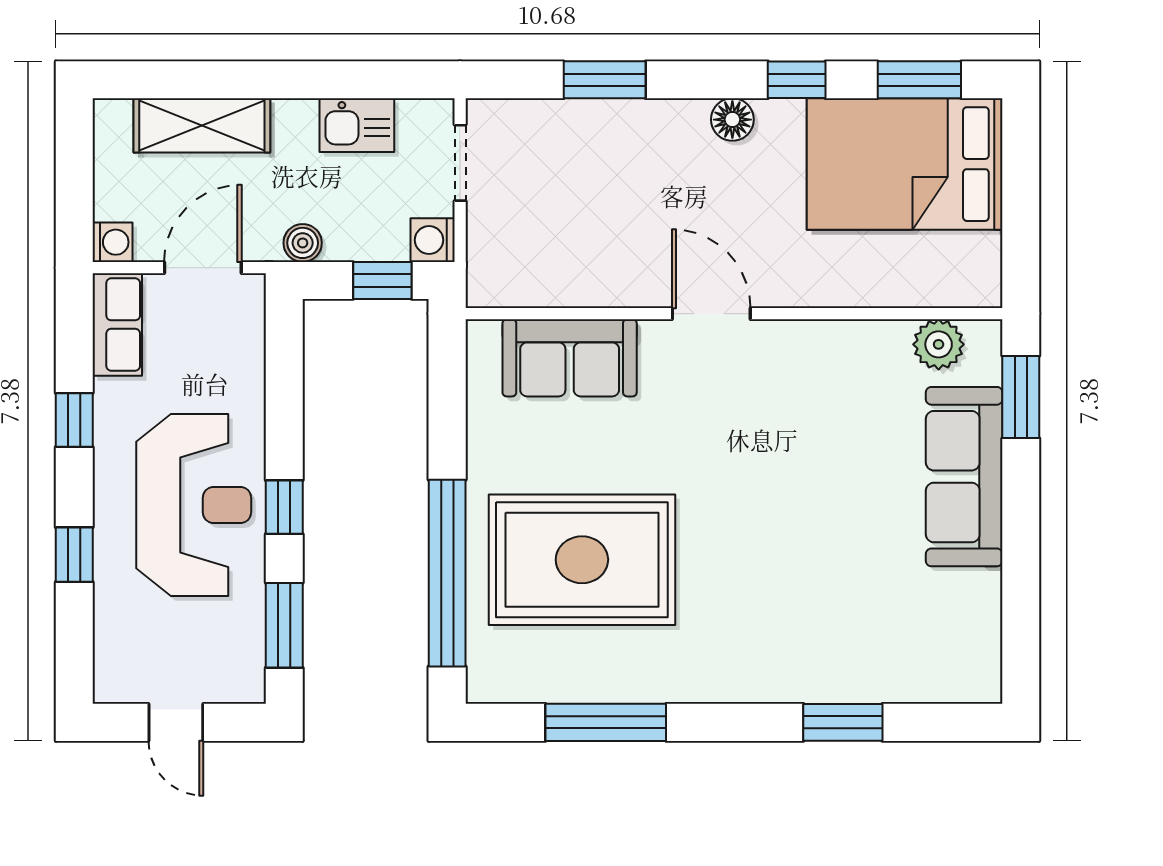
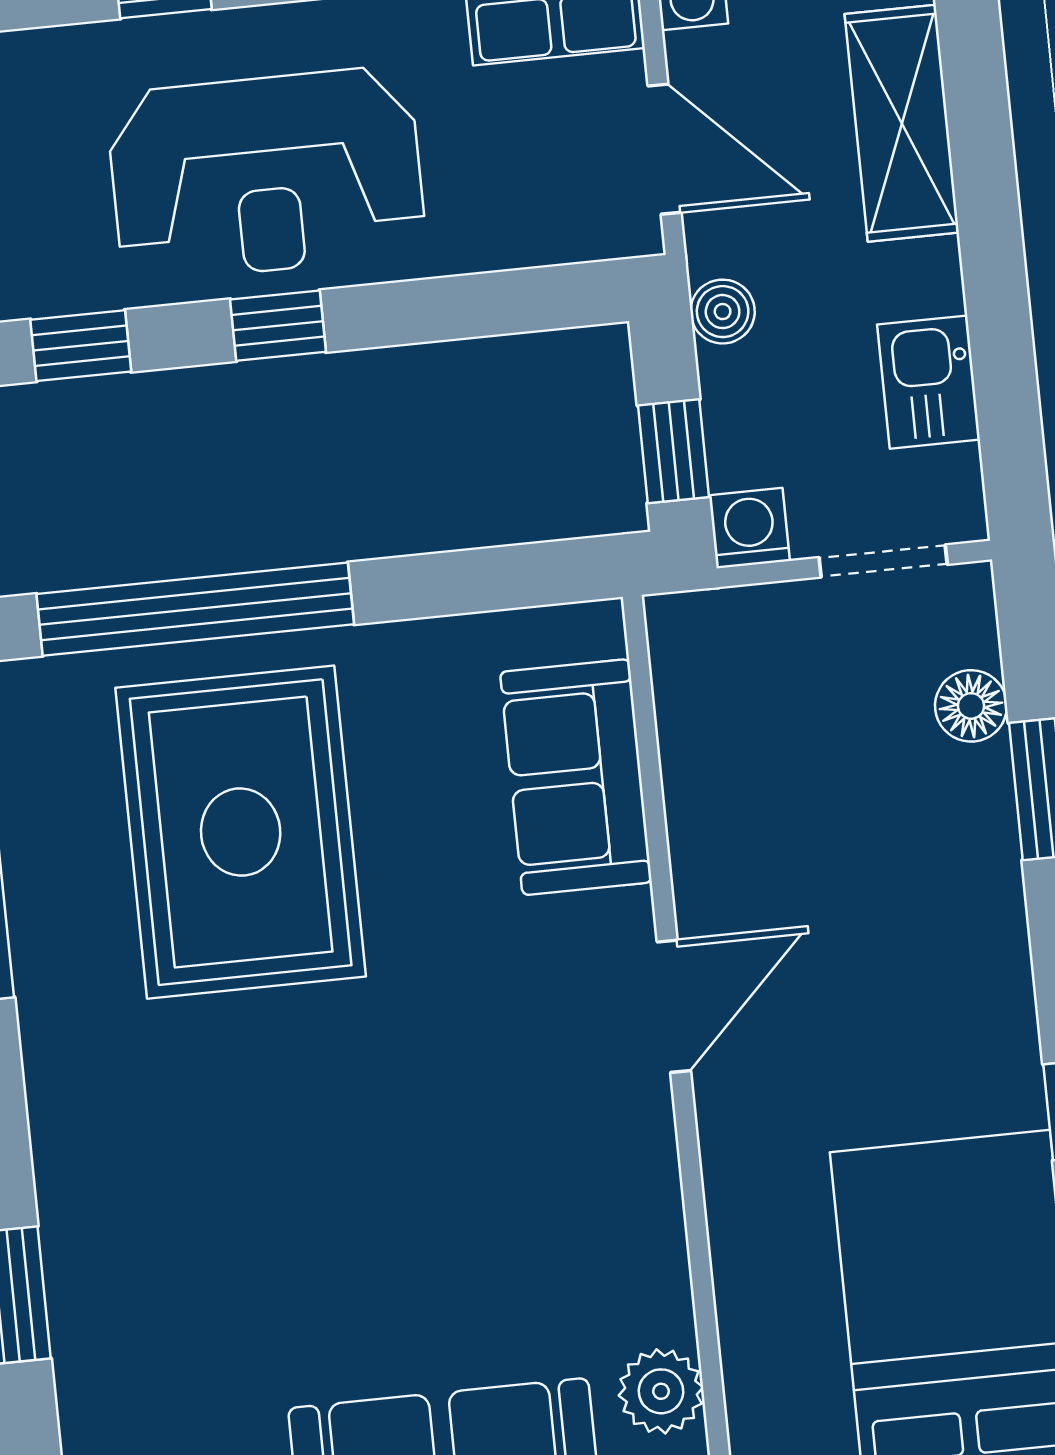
floor lamp: (732, 120) -> (971, 706), moved
window: (284, 625) -> (81, 346), width x0.67

